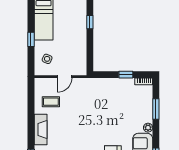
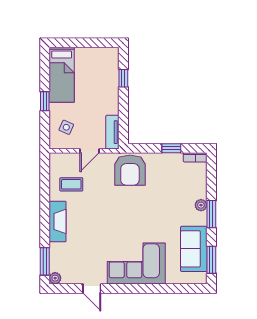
tv unit: (82, 63) -> (112, 132), added
armchair: (95, 91) -> (130, 170), added
window: (156, 109) -> (211, 214), moved
plant: (148, 128) -> (201, 205), moved

